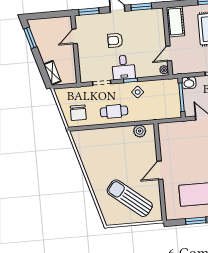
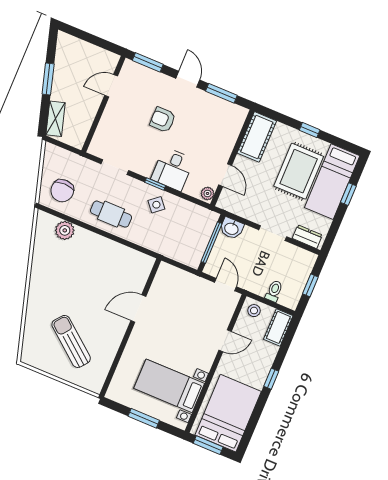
window: (30, 38) -> (48, 79), moved
door: (169, 54) -> (225, 175), swing flipped
desk: (123, 67) -> (173, 169), moved
plant: (140, 131) -> (65, 230), moved
door: (160, 170) -> (138, 308), moved
sun lounger: (130, 198) -> (71, 341), width x0.73, depth x0.75

